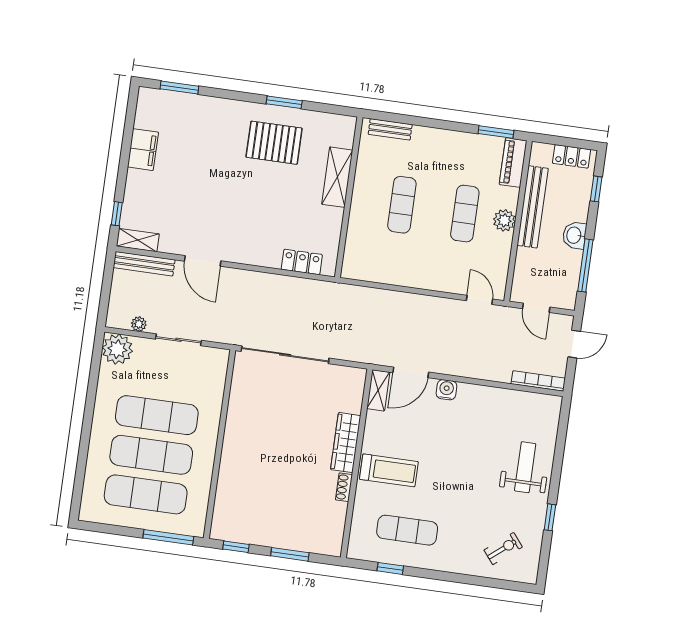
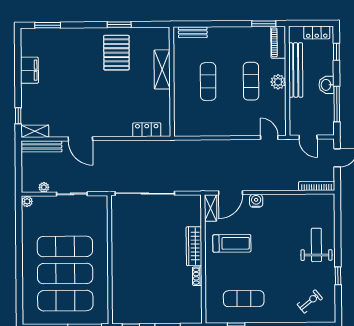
pallet: (274, 143) -> (116, 53), turned 90
plant: (117, 349) -> (27, 201), width x0.53, depth x0.53
treadmill: (389, 470) -> (232, 243), moved

